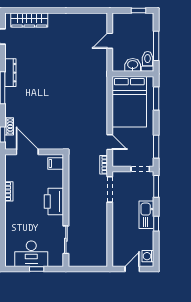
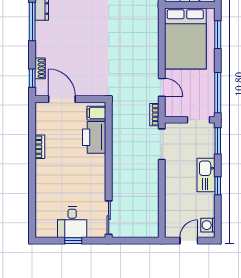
window: (156, 147) -> (218, 93), width x1.44
printer: (54, 202) -> (94, 137), moved
sliding door: (66, 240) -> (109, 218), moved
desk: (31, 254) -> (72, 222), width x0.73

